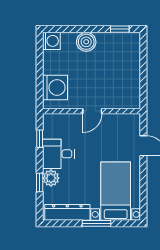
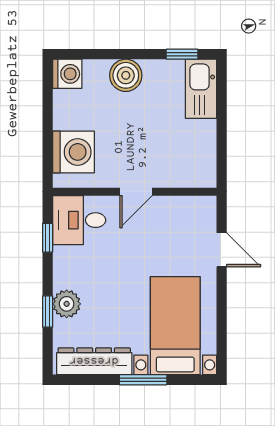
kitchen sink: (131, 50) -> (201, 89), added
desk: (58, 154) -> (79, 220), moved

